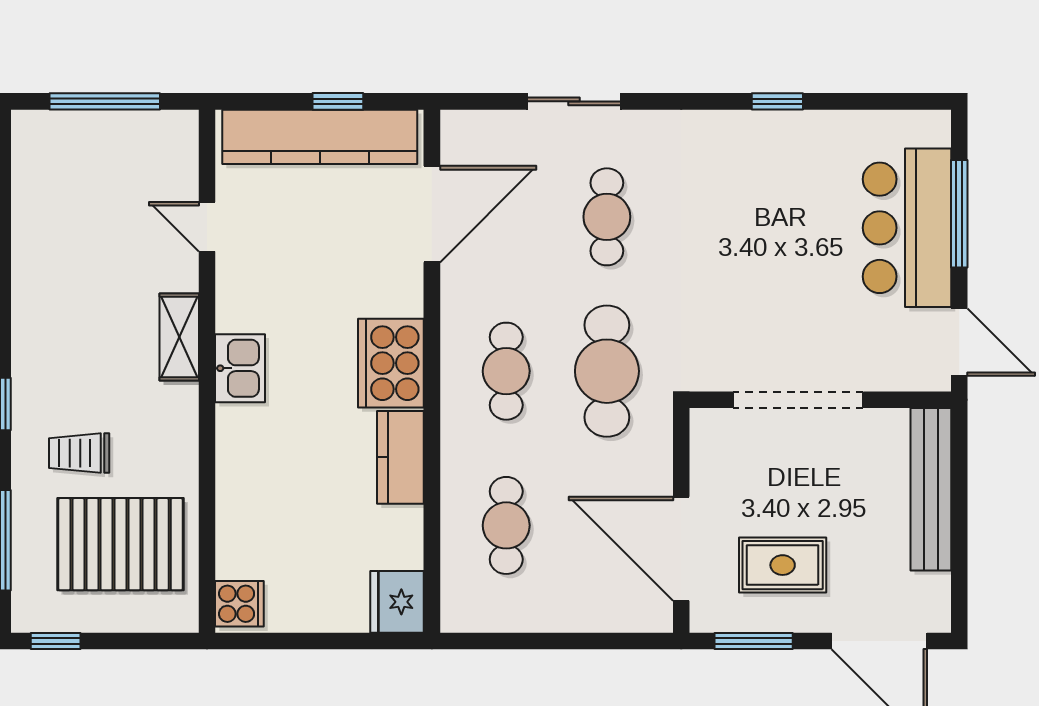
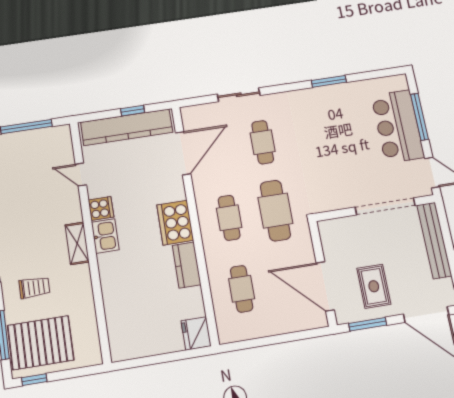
window: (777, 101) -> (329, 81), width x1.50
shelving: (179, 337) -> (77, 243), moved
doorway: (798, 400) -> (385, 206), moved
trolley: (79, 453) -> (34, 287), turned 180
pallet: (121, 544) -> (41, 343), moved
rug: (783, 565) -> (374, 286), turned 90
cooker: (239, 604) -> (101, 209), moved

